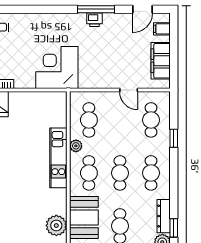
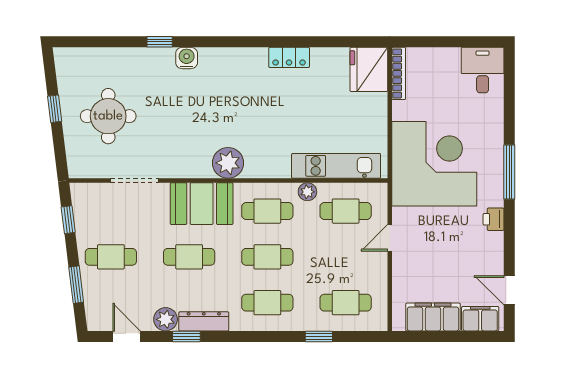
window: (96, 9) -> (509, 172), moved
filing cabinet: (162, 29) -> (480, 319), width x2.00
corner desk: (57, 68) -> (434, 164), width x1.36, depth x1.36
door: (129, 90) -> (390, 238), moved
kitchen unit: (58, 158) -> (336, 166), moved
plant: (56, 225) -> (228, 163), moved

